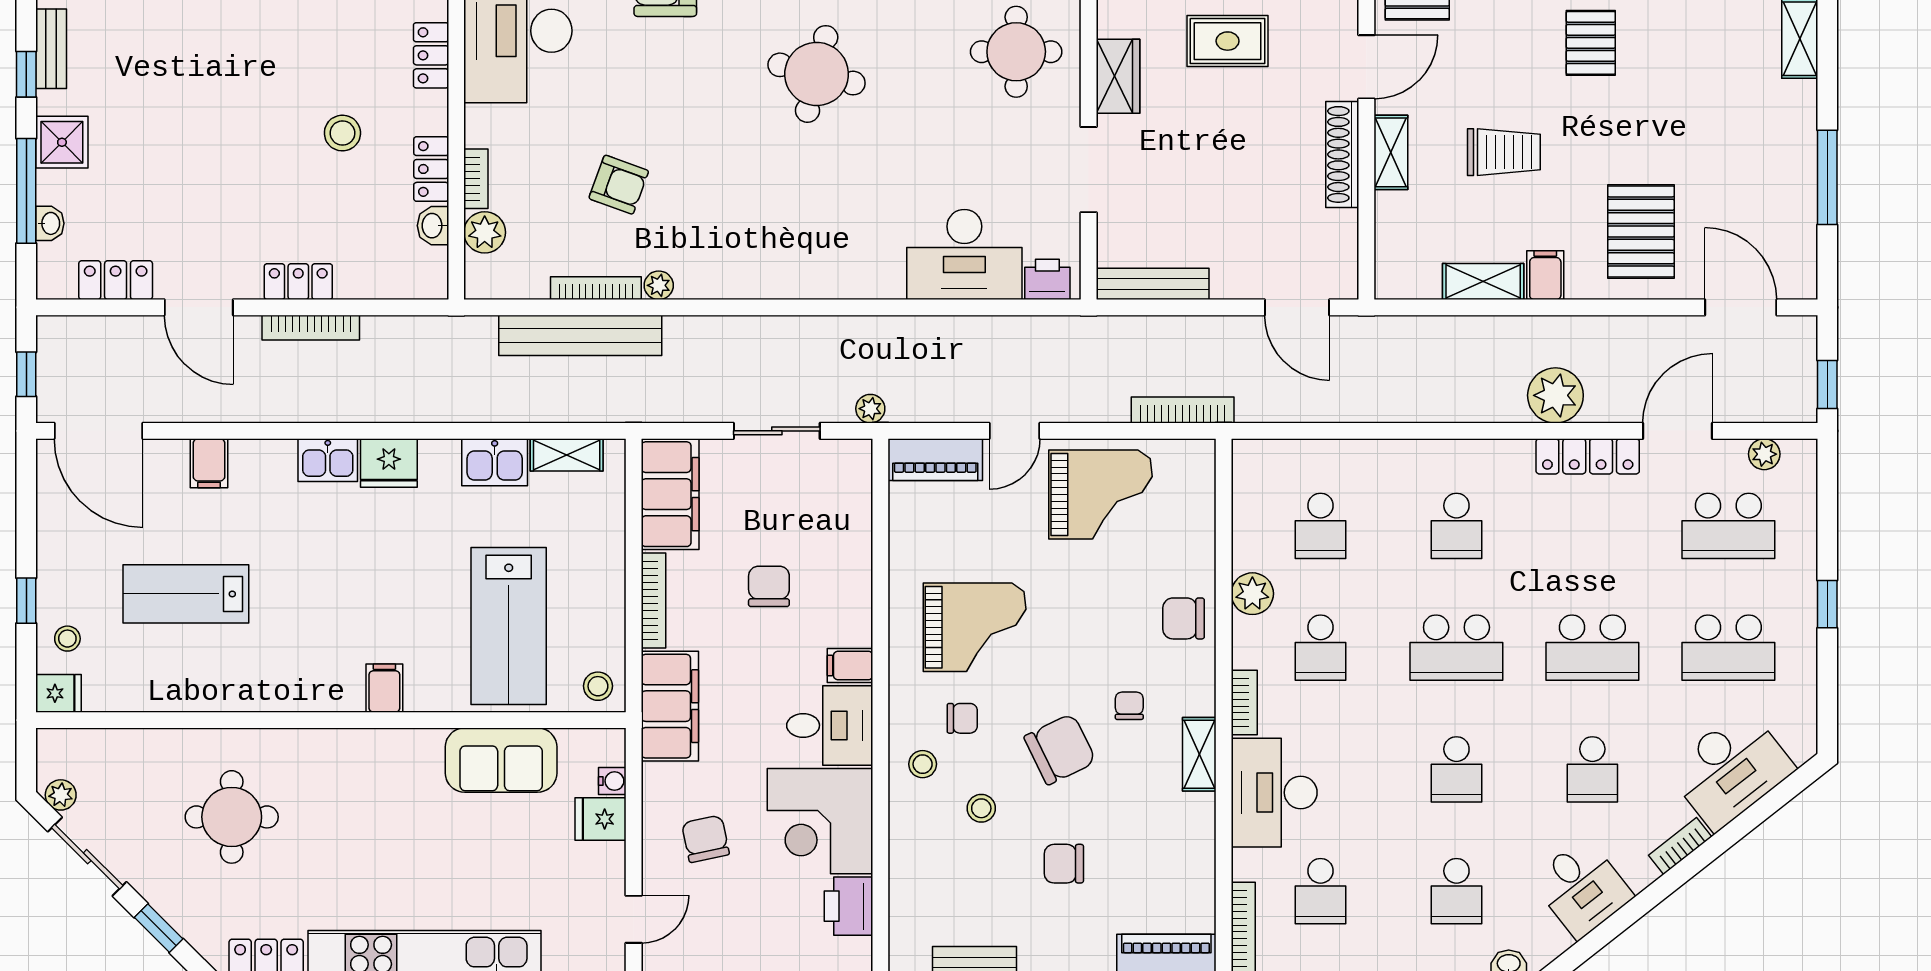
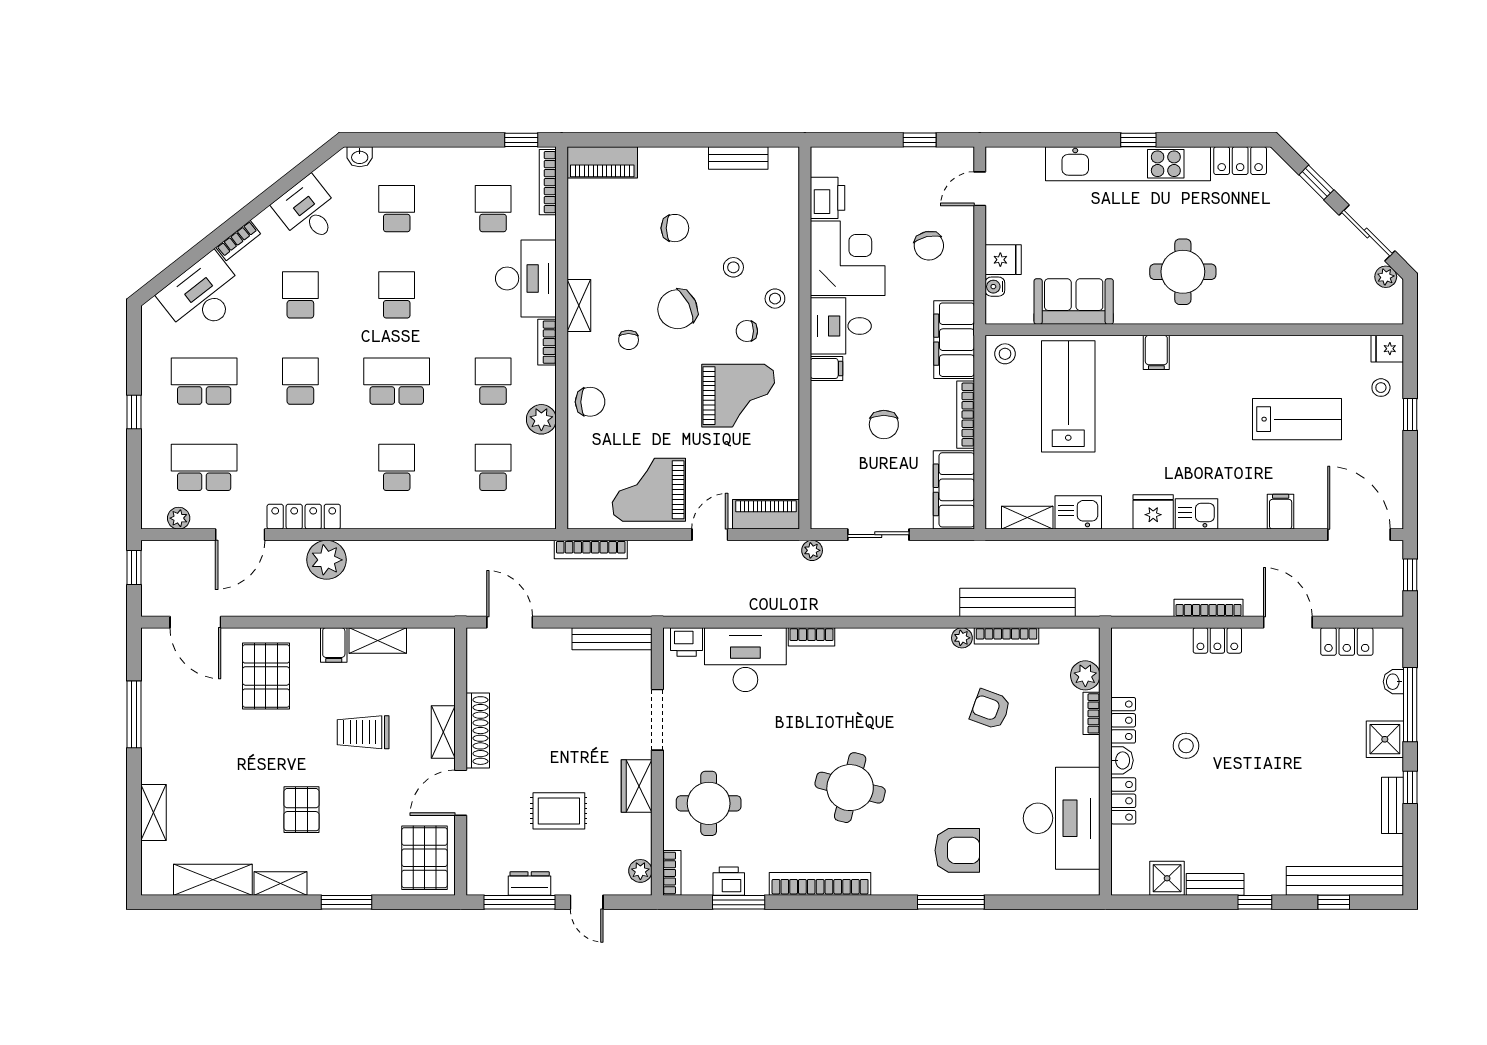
washbasin: (433, 226) -> (1122, 760), moved
bookcase: (871, 287) -> (812, 637), added
grand piano: (975, 627) -> (738, 396), turned 180
school desk: (1592, 648) -> (300, 381), width x0.54
round table: (232, 817) -> (1183, 272), moved

